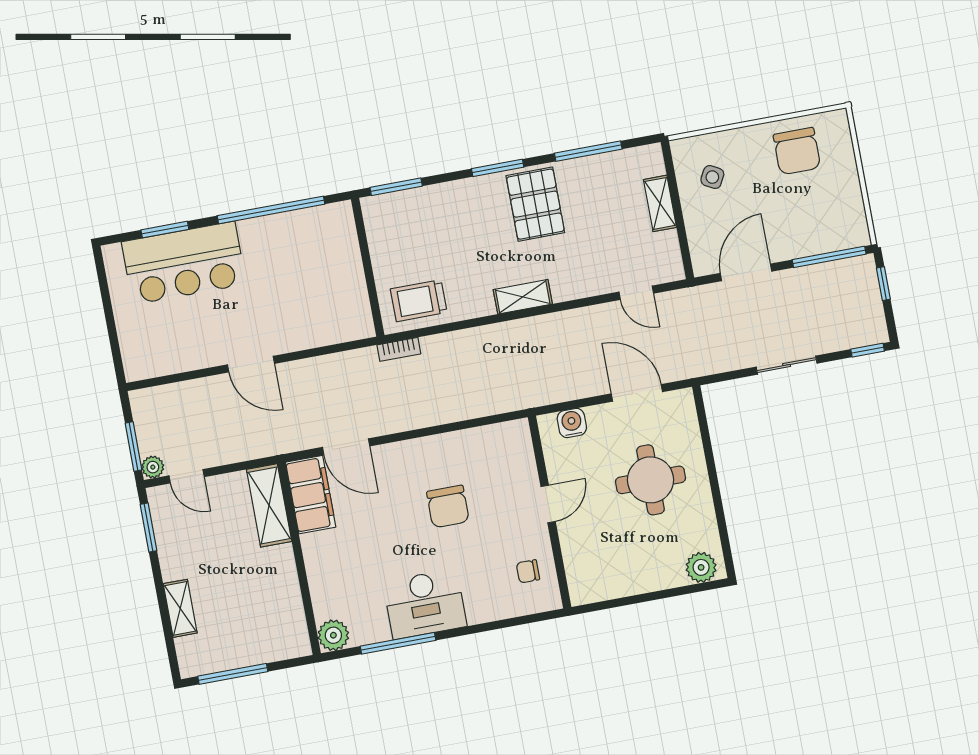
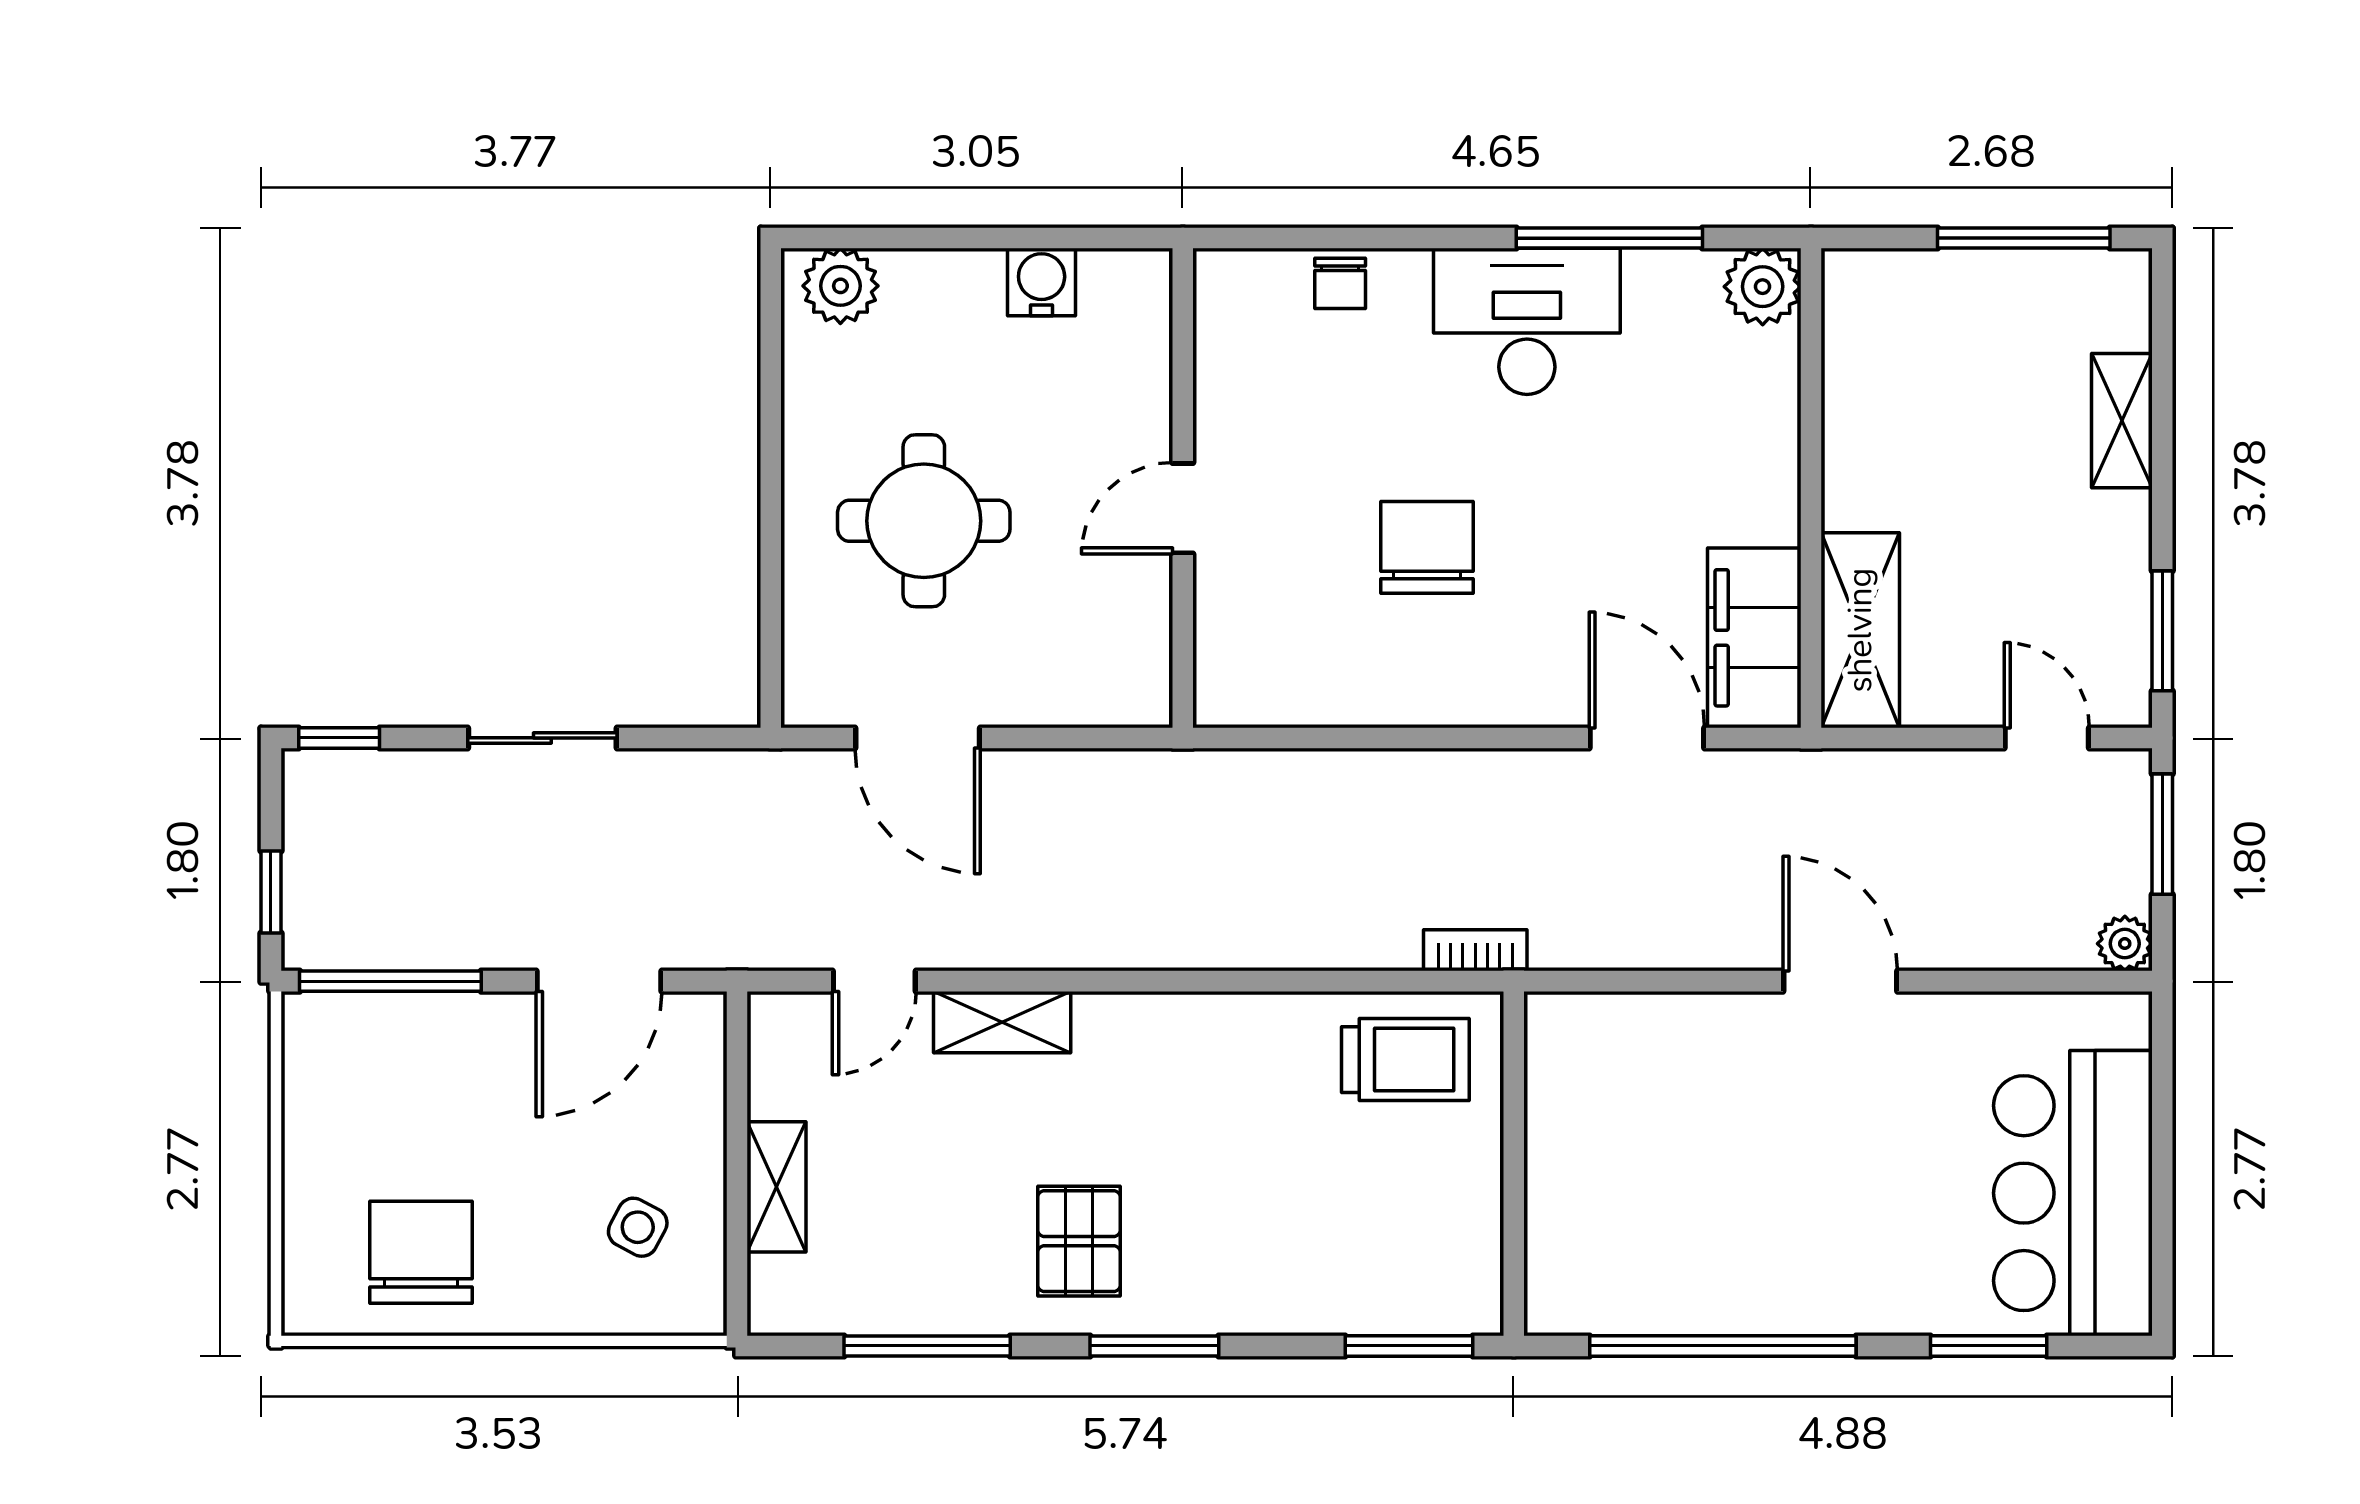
pallet: (535, 204) -> (1079, 1241), width x0.67, depth x0.71
bar counter: (184, 263) -> (2073, 1193), moved, turned -90
door: (636, 293) -> (874, 981), swing flipped
shelving: (523, 297) -> (1002, 1022), moved
water cooler: (572, 423) -> (1042, 282), moved, turned 180
plant: (153, 467) -> (2125, 944), moved
chair: (528, 571) -> (1340, 283), moved, turned 90

